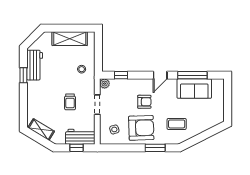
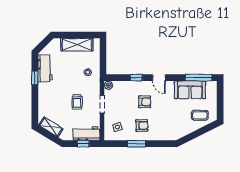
window: (121, 75) -> (136, 78), moved
door: (160, 75) -> (159, 78), hinge flipped
window: (192, 75) -> (199, 78), moved
coffee table: (177, 124) -> (200, 115), moved
armchair: (141, 128) -> (142, 126), width x0.53, depth x0.53
window: (155, 148) -> (137, 144), moved

